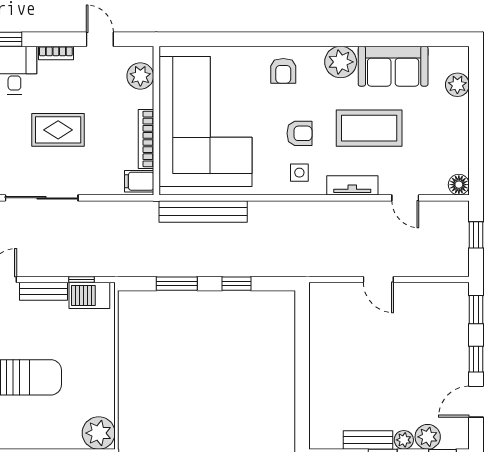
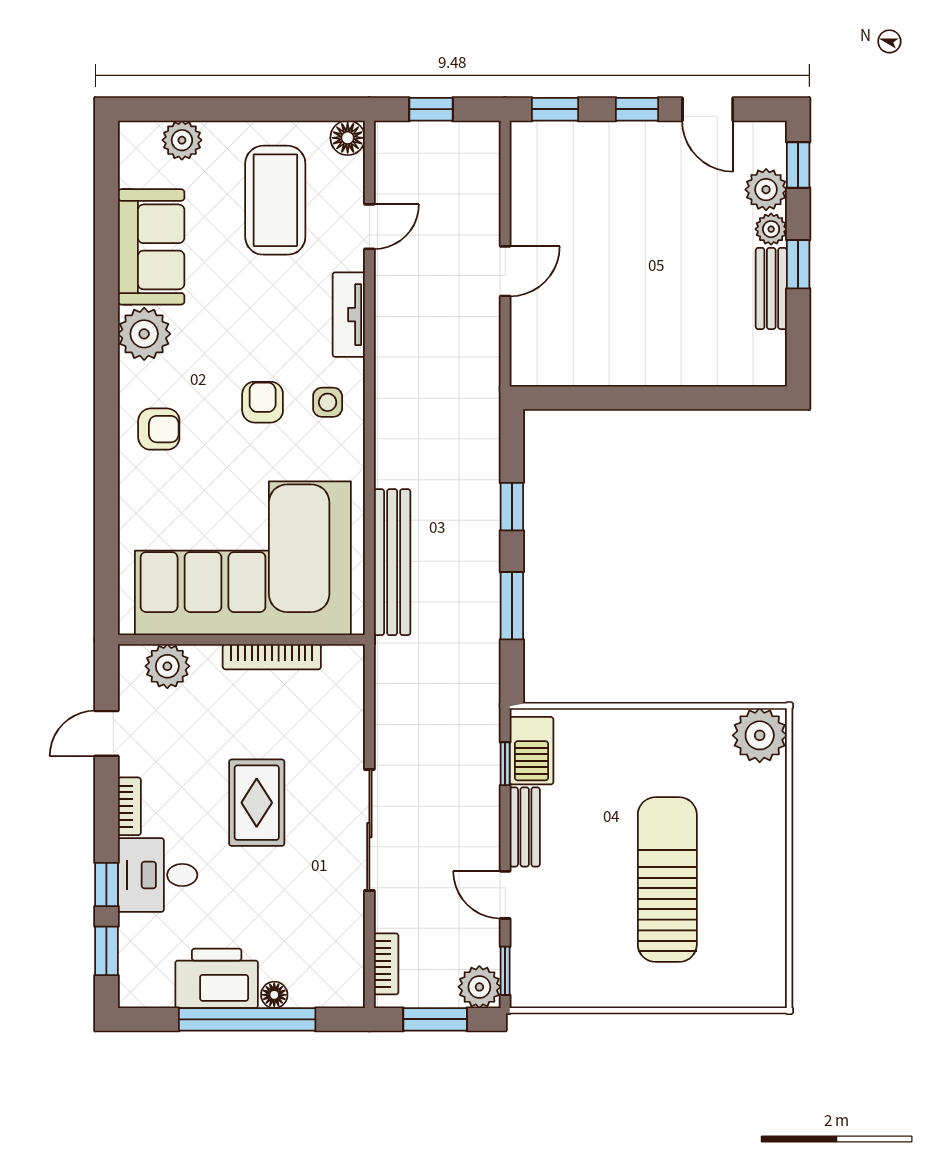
coffee table: (369, 128) -> (275, 200), moved
filing cabinet: (139, 181) -> (342, 668), removed

